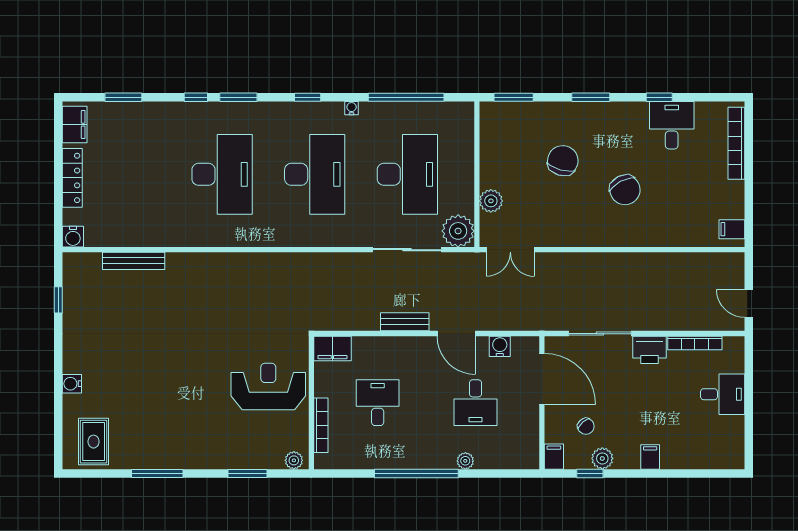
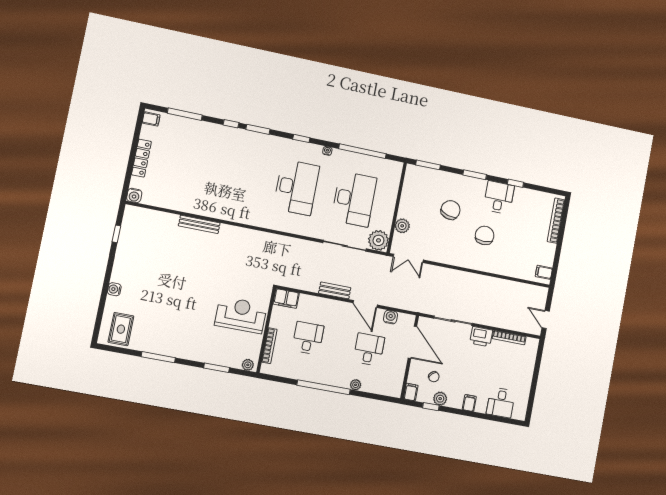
window: (123, 97) -> (185, 114), width x1.44
filing cabinet: (75, 125) -> (151, 119), width x0.50
desk: (672, 125) -> (499, 197), moved
desk: (222, 174) -> (238, 175), removed
chair: (625, 190) -> (485, 235), turned -152
bench: (134, 261) -> (199, 224), moved
desk: (723, 394) -> (501, 403), moved, turned 90
desk: (475, 403) -> (369, 349), turned 180

